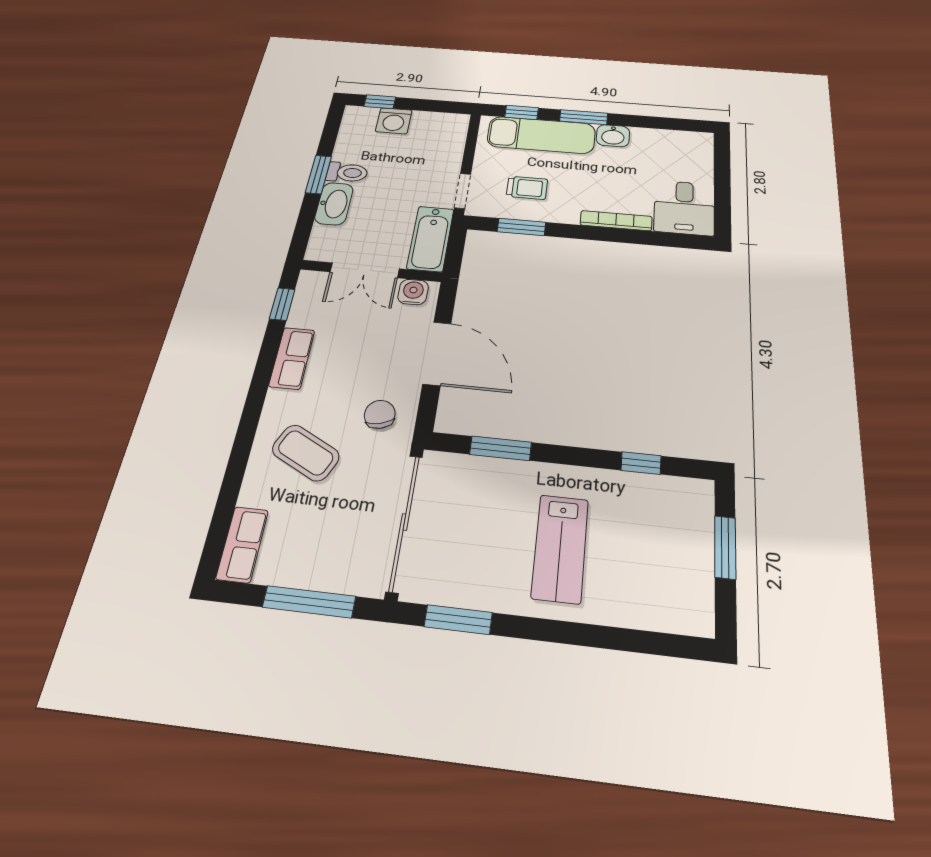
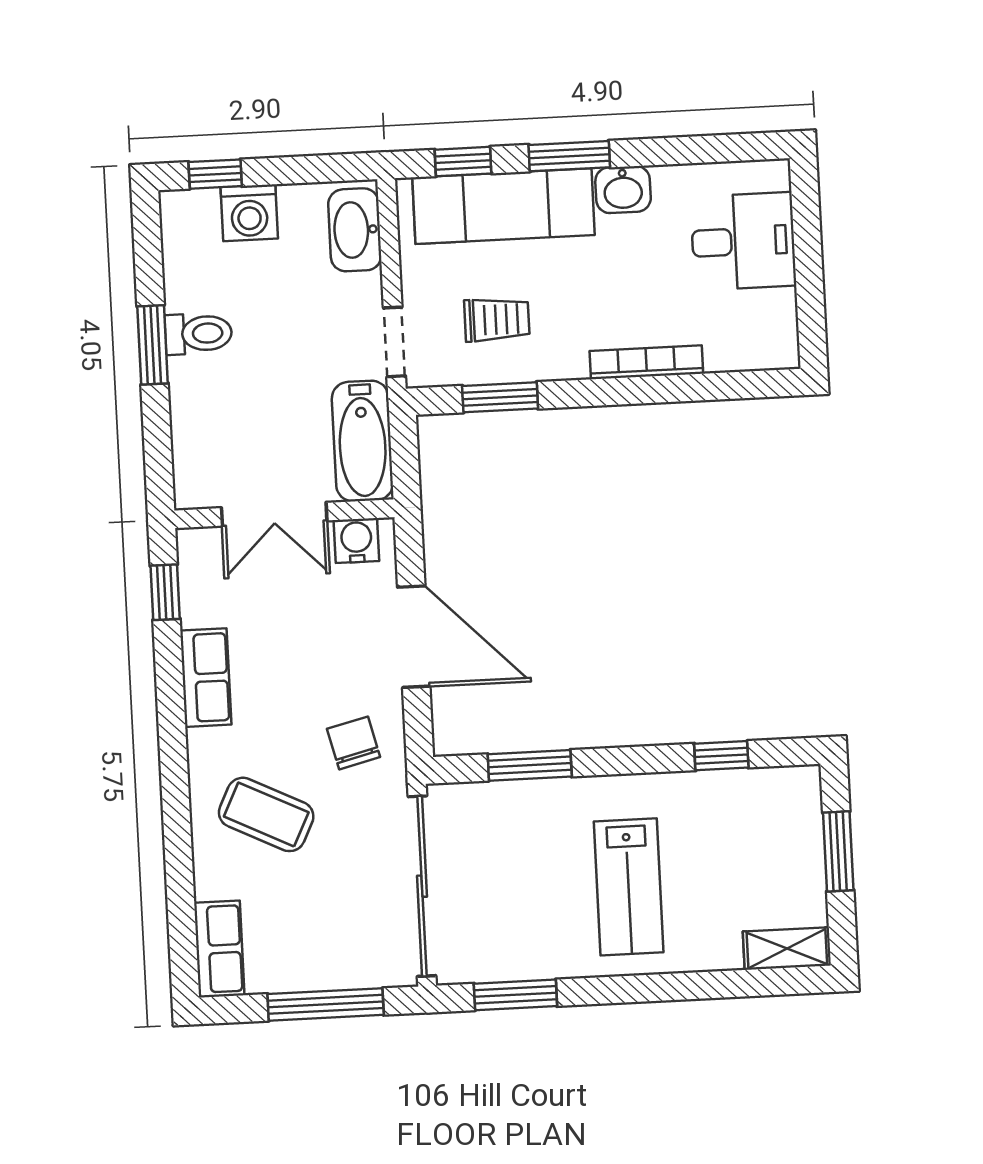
washbasin: (334, 204) -> (355, 230), moved, turned 180
desk: (684, 208) -> (743, 241), moved, turned -90
shelving: (680, 618) -> (787, 949), added

